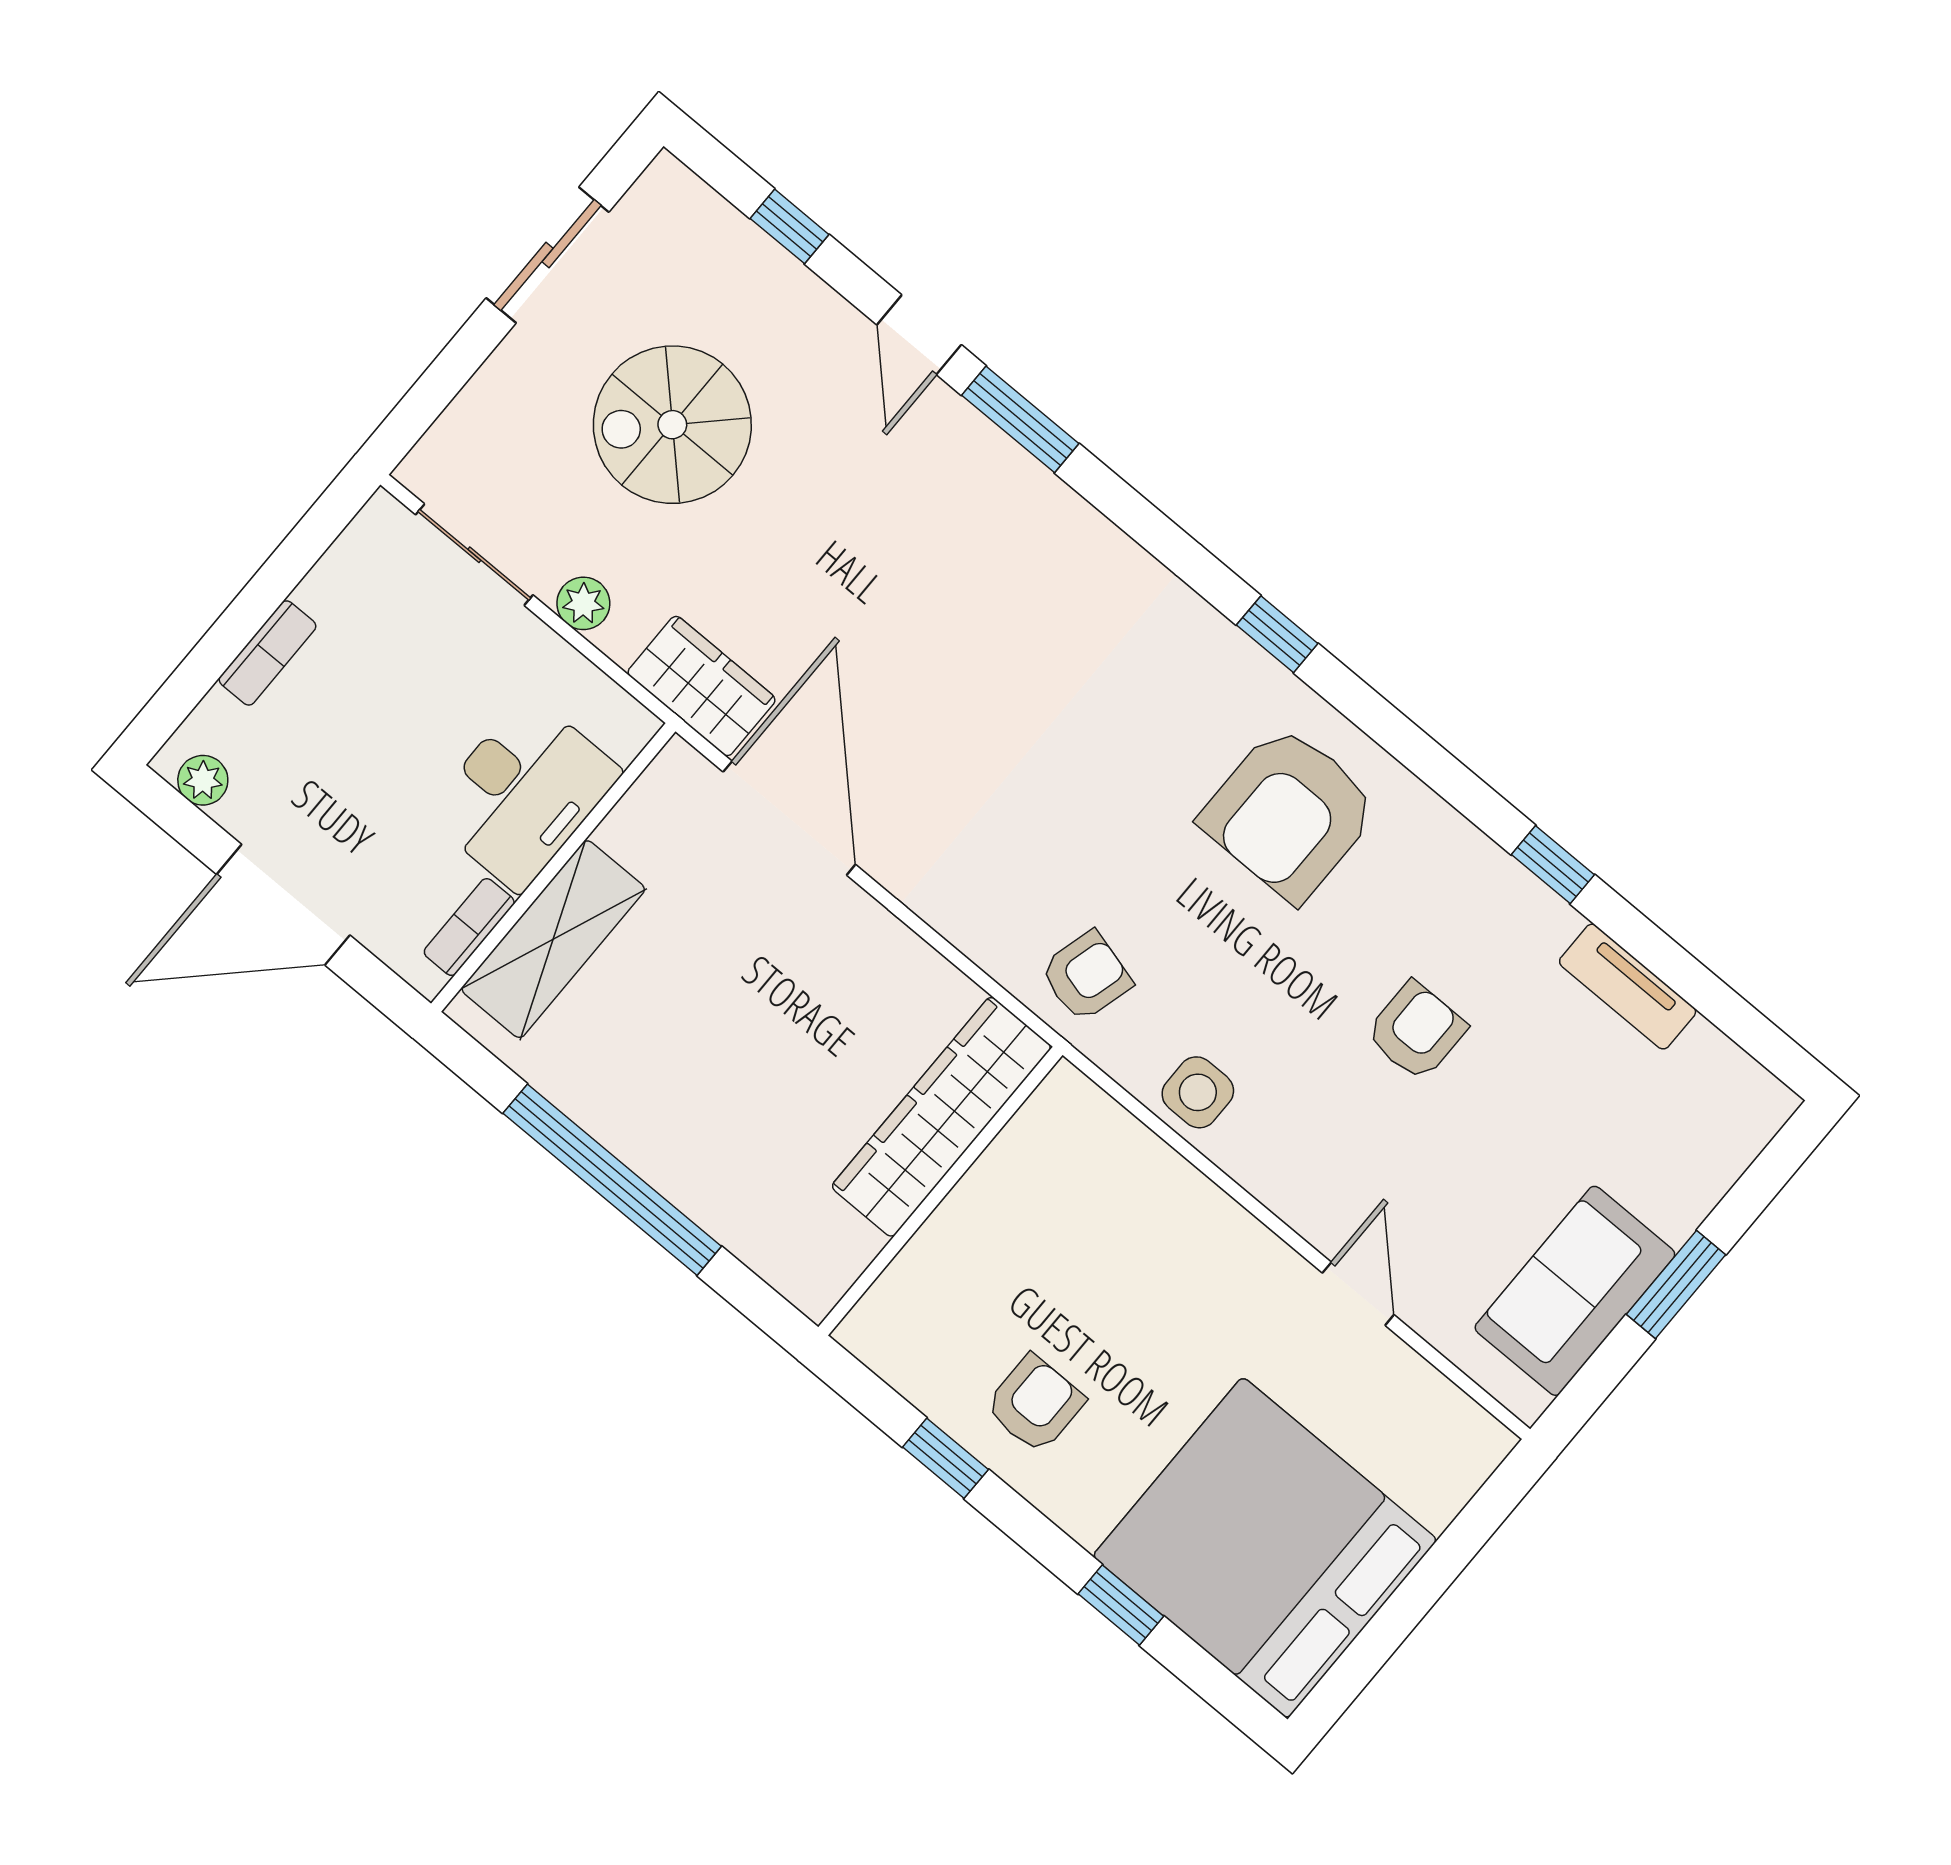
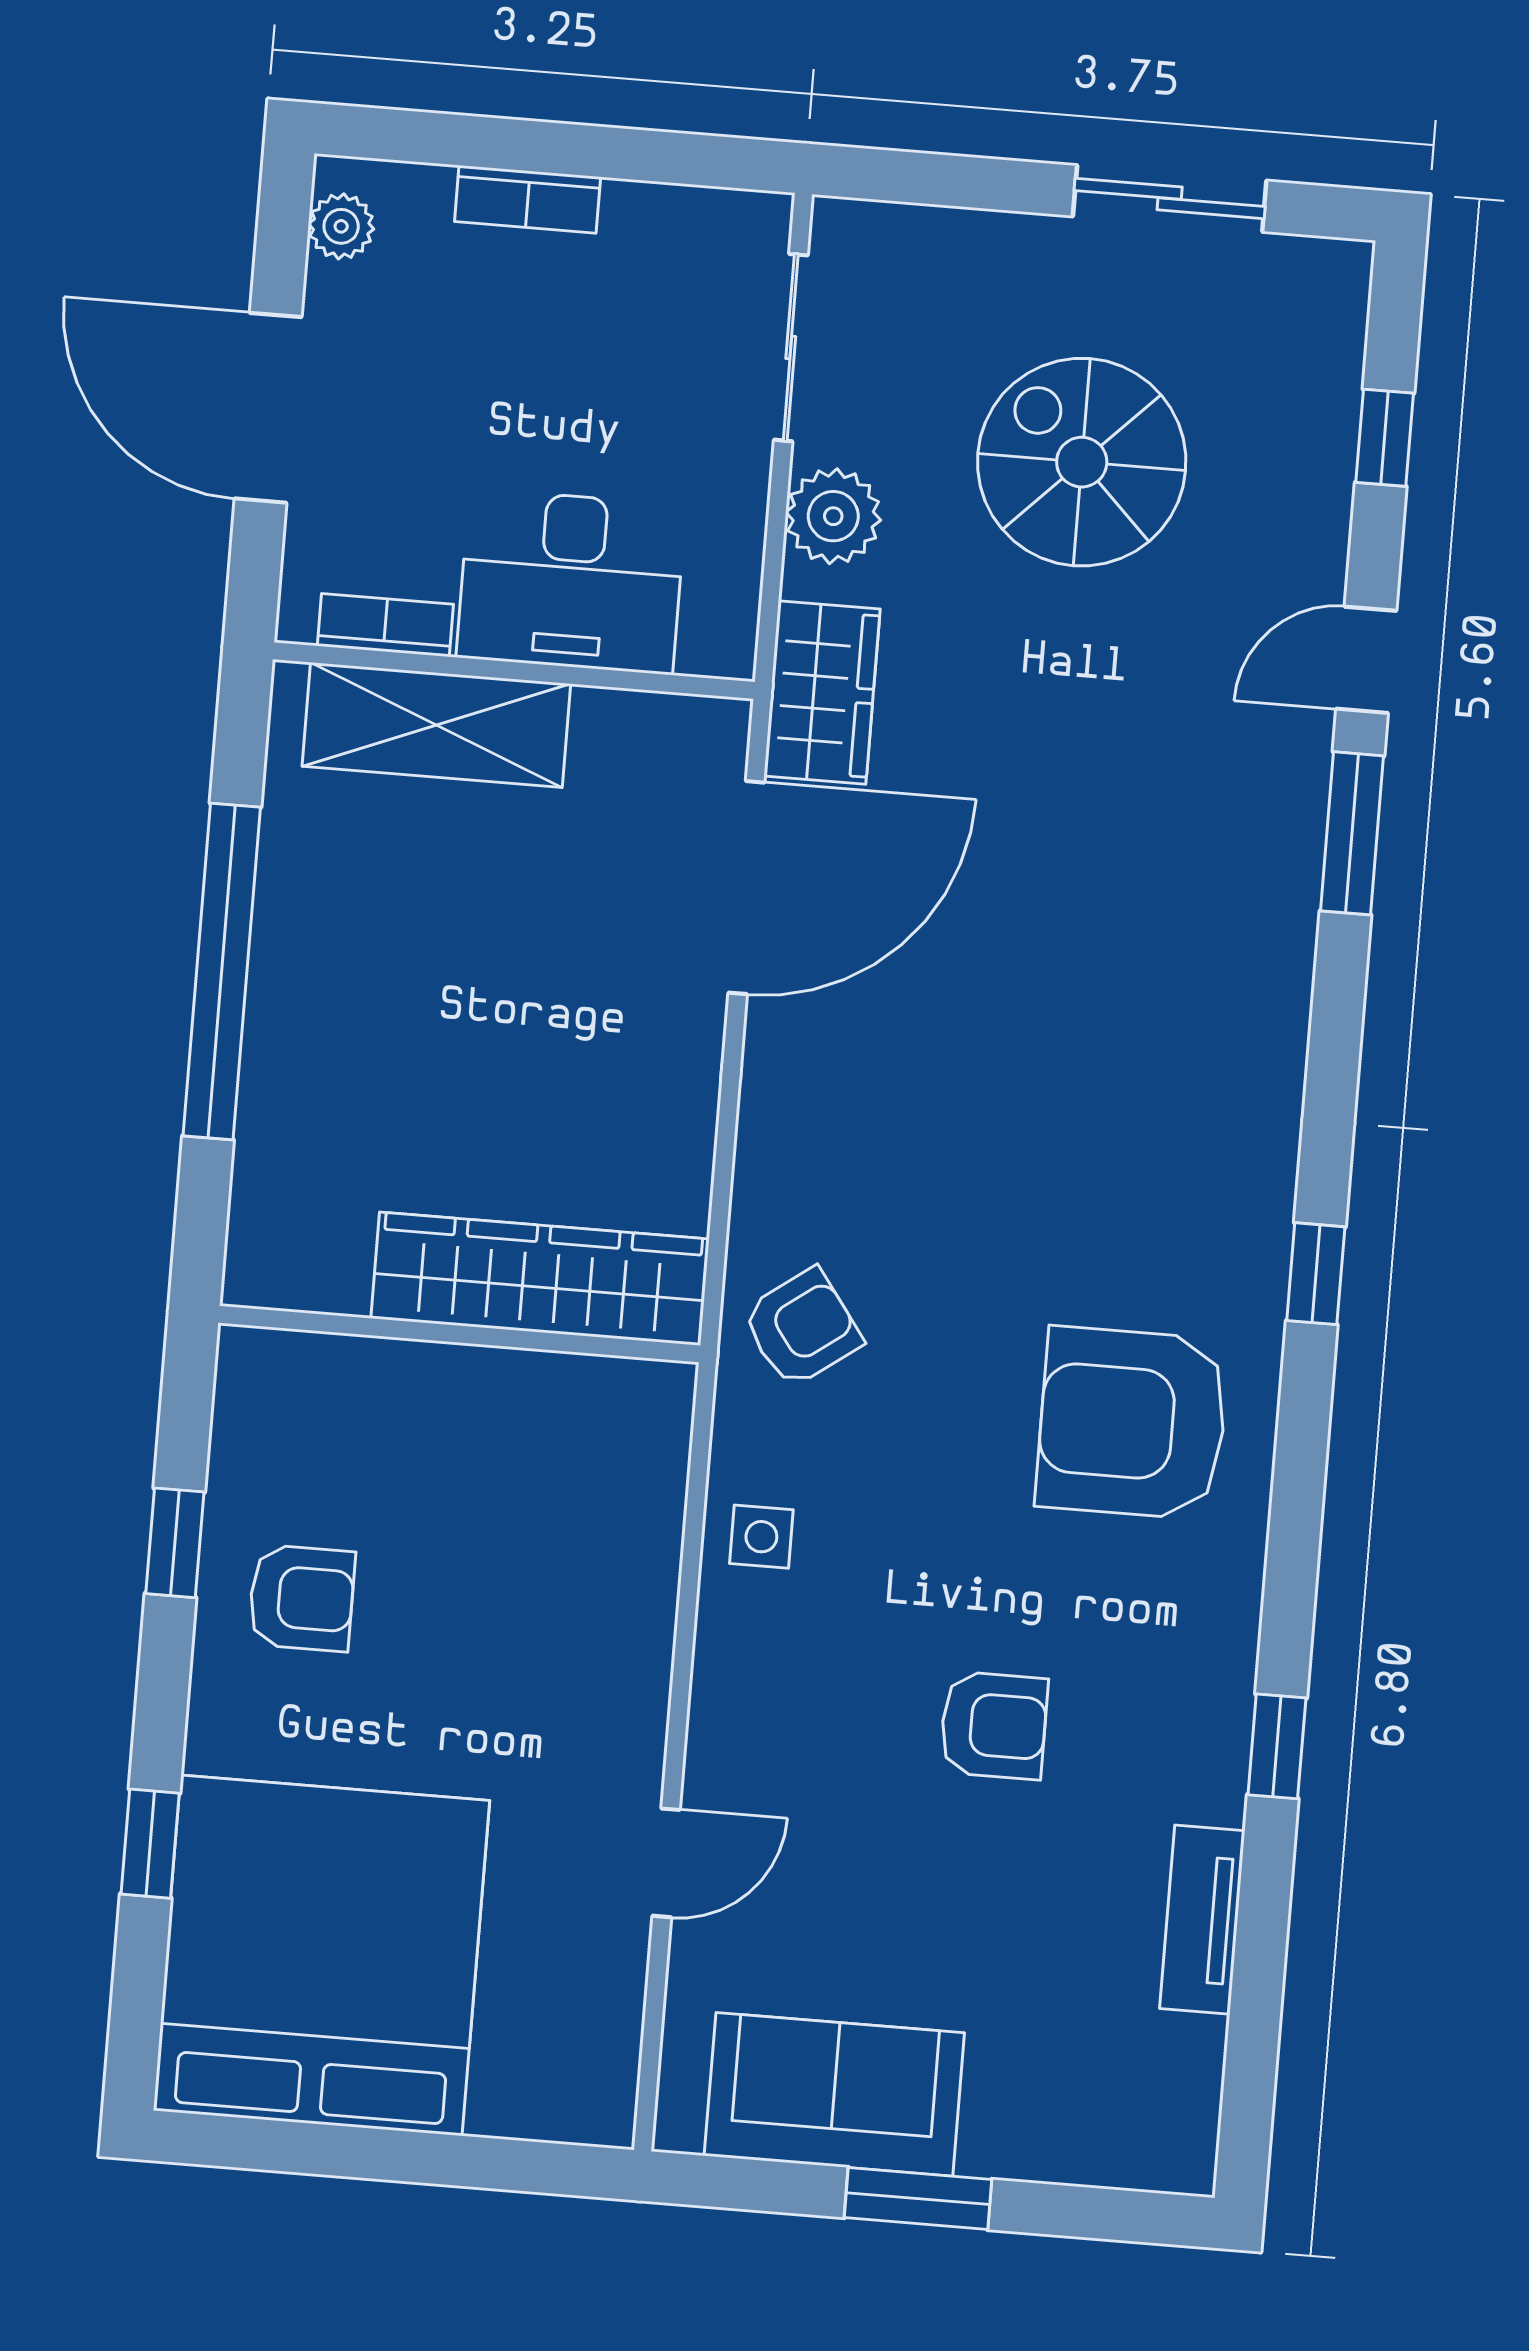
plant: (583, 603) -> (833, 516), width x1.38, depth x1.38
armchair: (1086, 976) -> (802, 1328), turned -51
side table: (1198, 1092) -> (761, 1537), width x0.73, depth x0.73

